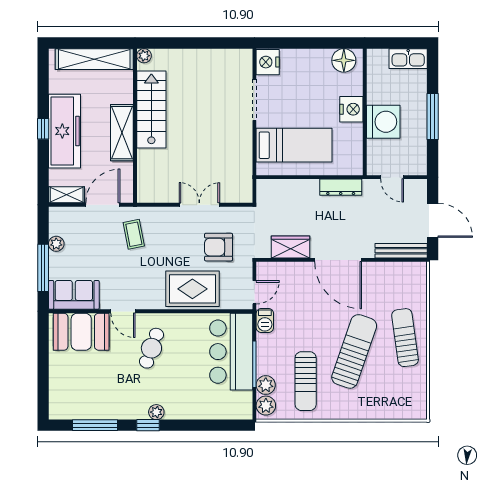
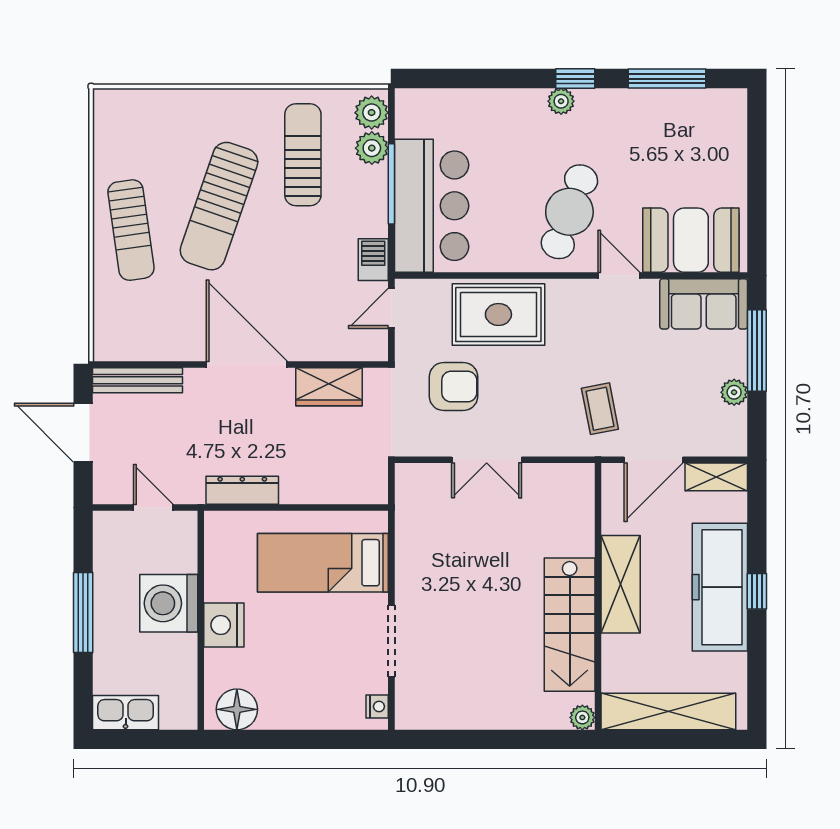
nightstand: (268, 62) -> (377, 706), width x0.53, depth x0.56
cafe table: (151, 348) -> (569, 212), width x1.37, depth x1.35

